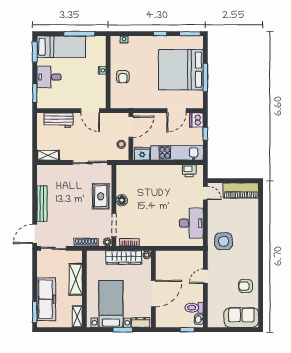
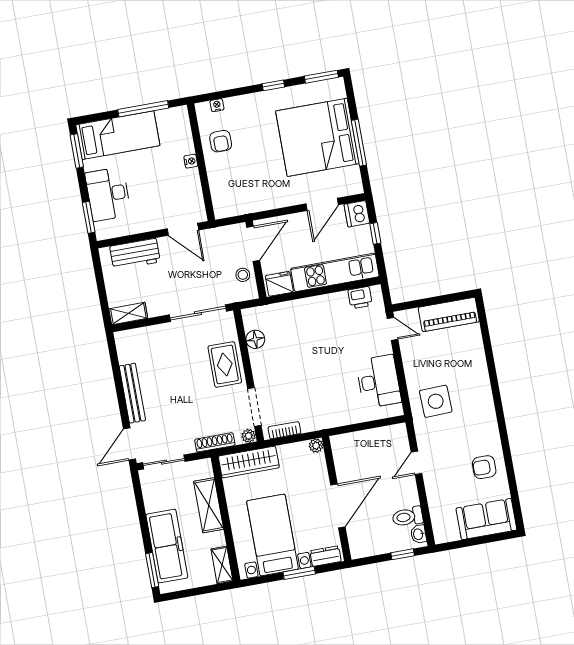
desk: (49, 77) -> (108, 194), width x1.37
armchair: (123, 77) -> (221, 141), moved
floor lamp: (122, 200) -> (255, 339), moved
wardrobe: (124, 257) -> (249, 462), moved

